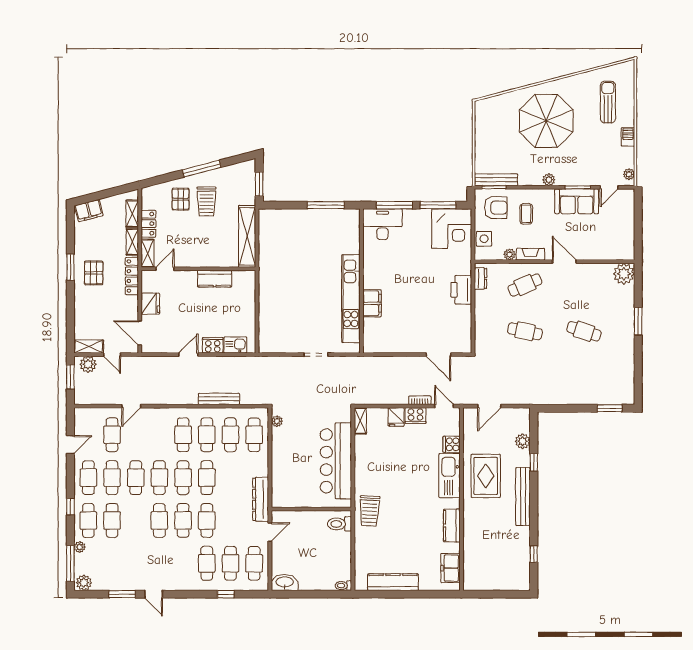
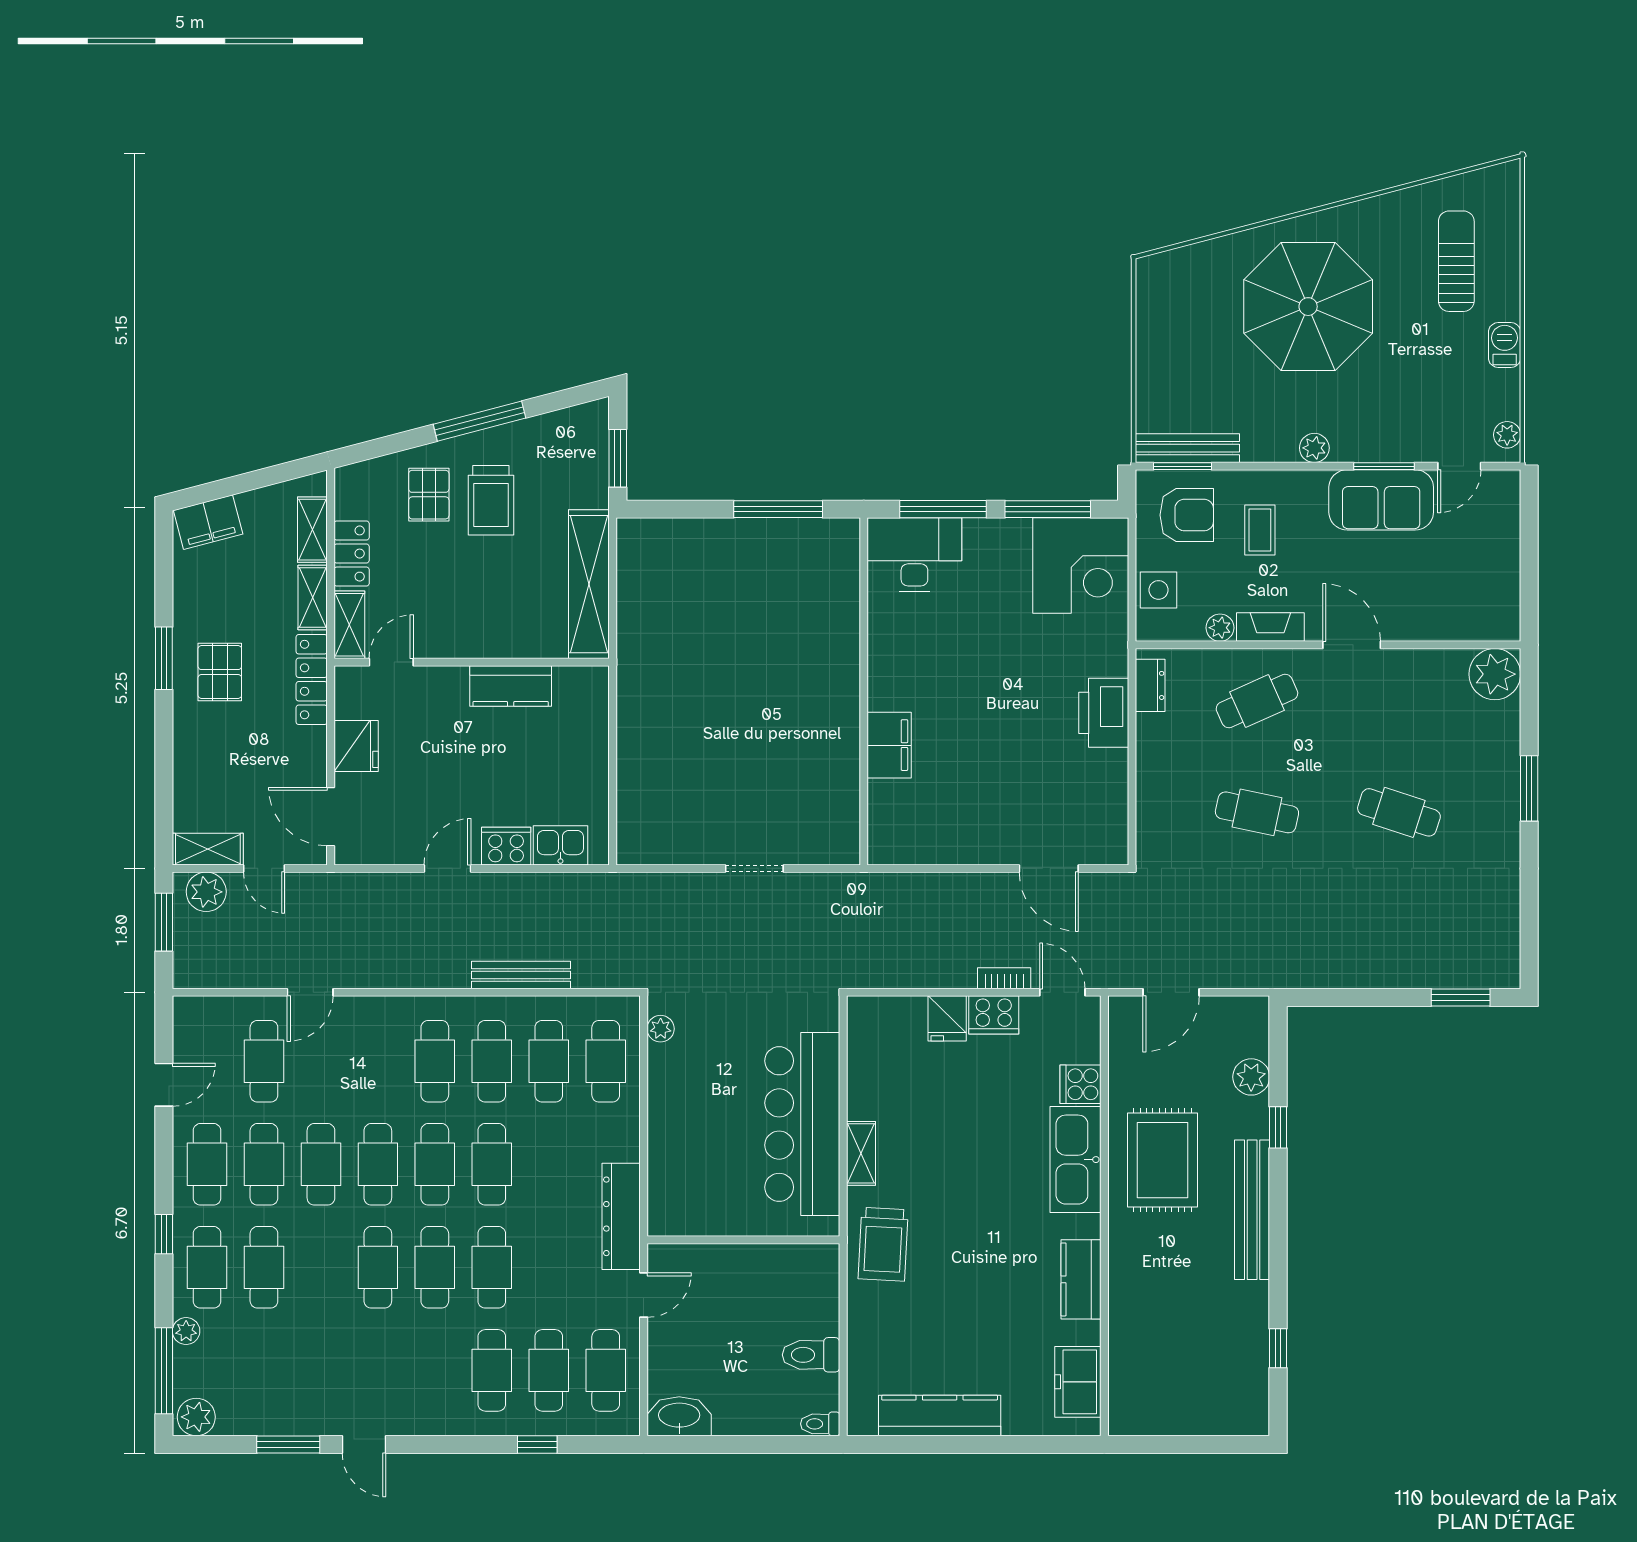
kitchen unit: (351, 299) -> (838, 734), removed
shelving: (360, 421) -> (861, 1153), moved
toilet: (340, 524) -> (811, 1355), moved

